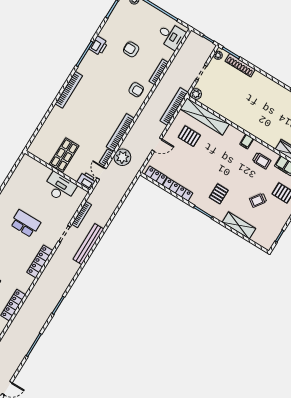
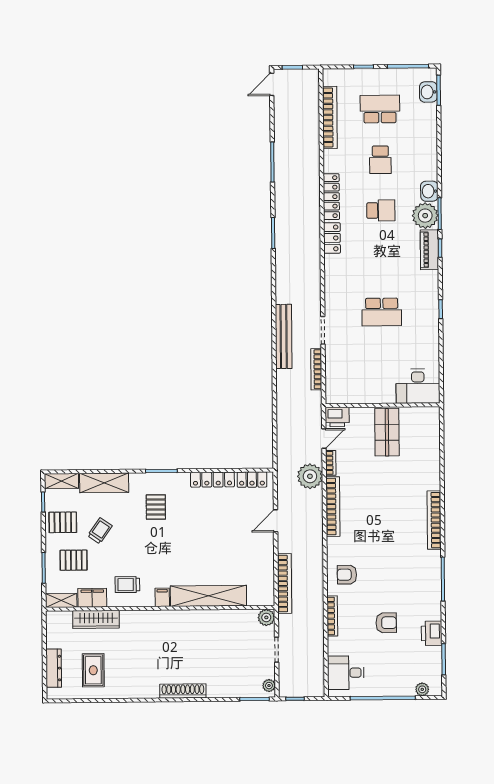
printer: (99, 46) -> (432, 633), moved
shoe rack: (240, 65) -> (183, 691), moved
shelving: (205, 117) -> (208, 596), moved
pallet: (189, 136) -> (63, 522), moved
door: (102, 173) -> (324, 438), hinge flipped
desk: (60, 187) -> (418, 386), moved
shelving: (262, 241) -> (61, 481), added
locker: (40, 261) -> (332, 238), moved, width x0.66

